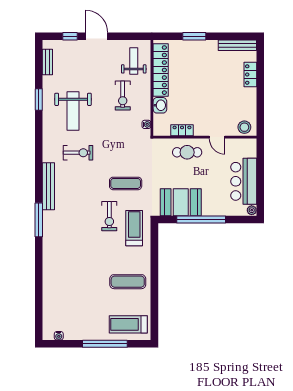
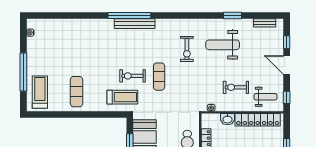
door: (97, 36) -> (287, 65), swing flipped
window: (134, 36) -> (287, 97), added
exercise mat: (126, 183) -> (159, 77), moved
bench: (48, 186) -> (135, 24), moved
window: (39, 220) -> (129, 15), width x1.46

